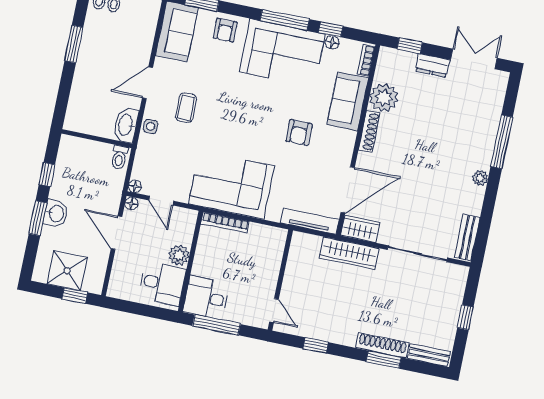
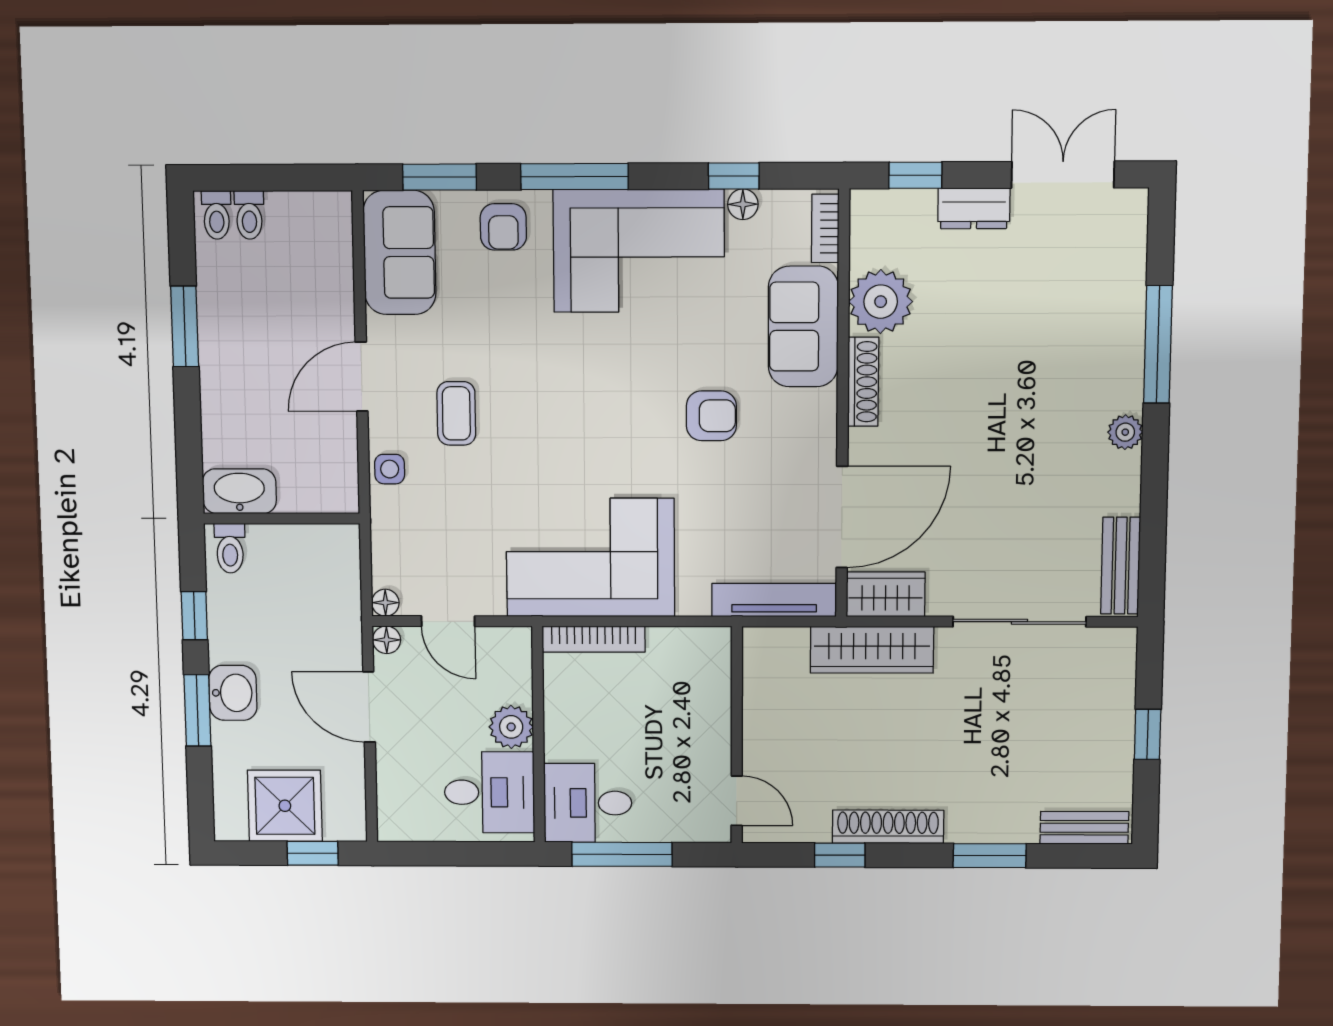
window: (285, 20) -> (574, 177), moved
washbasin: (126, 125) -> (239, 491), moved, turned 90
armchair: (299, 132) -> (711, 416), turned -90
toilet: (119, 157) -> (230, 548), moved
shoe rack: (382, 345) -> (888, 827), moved

